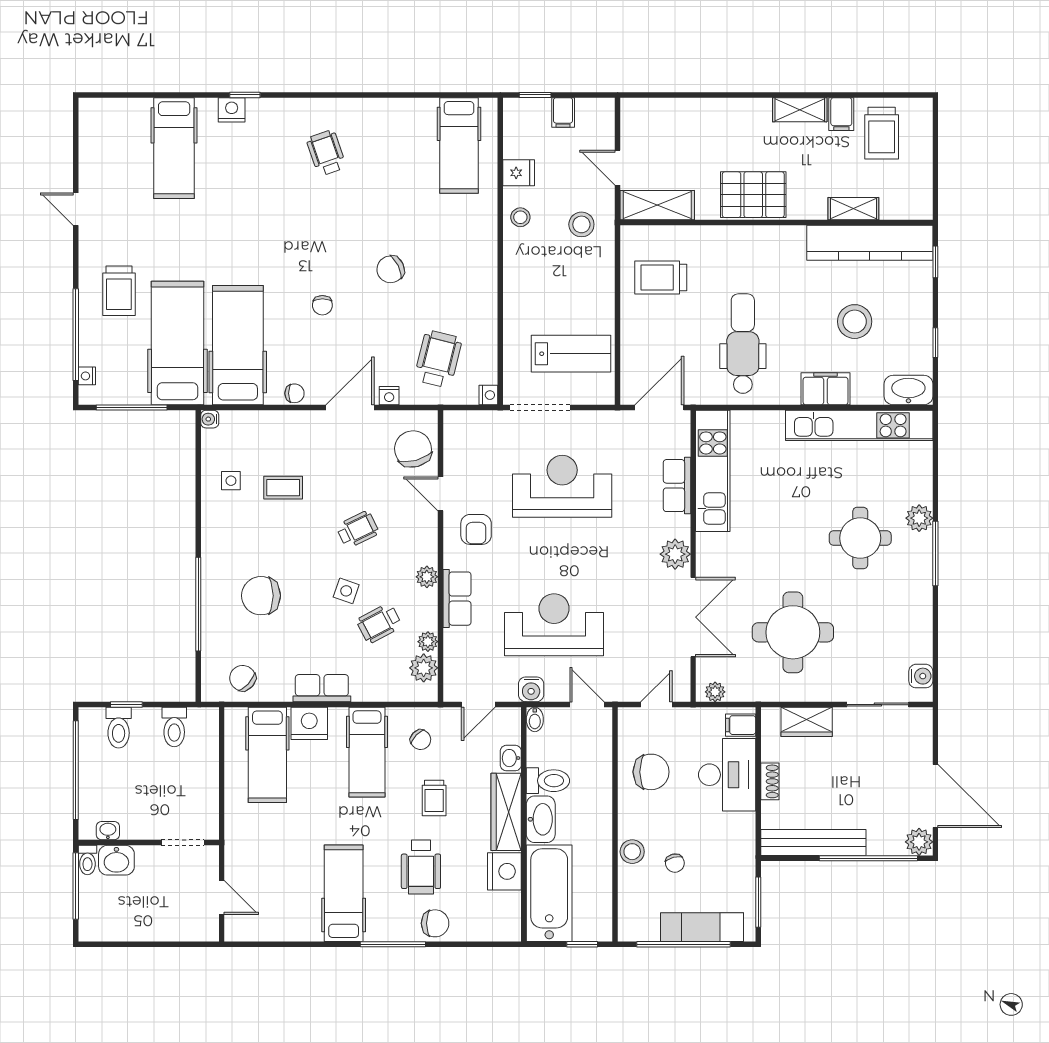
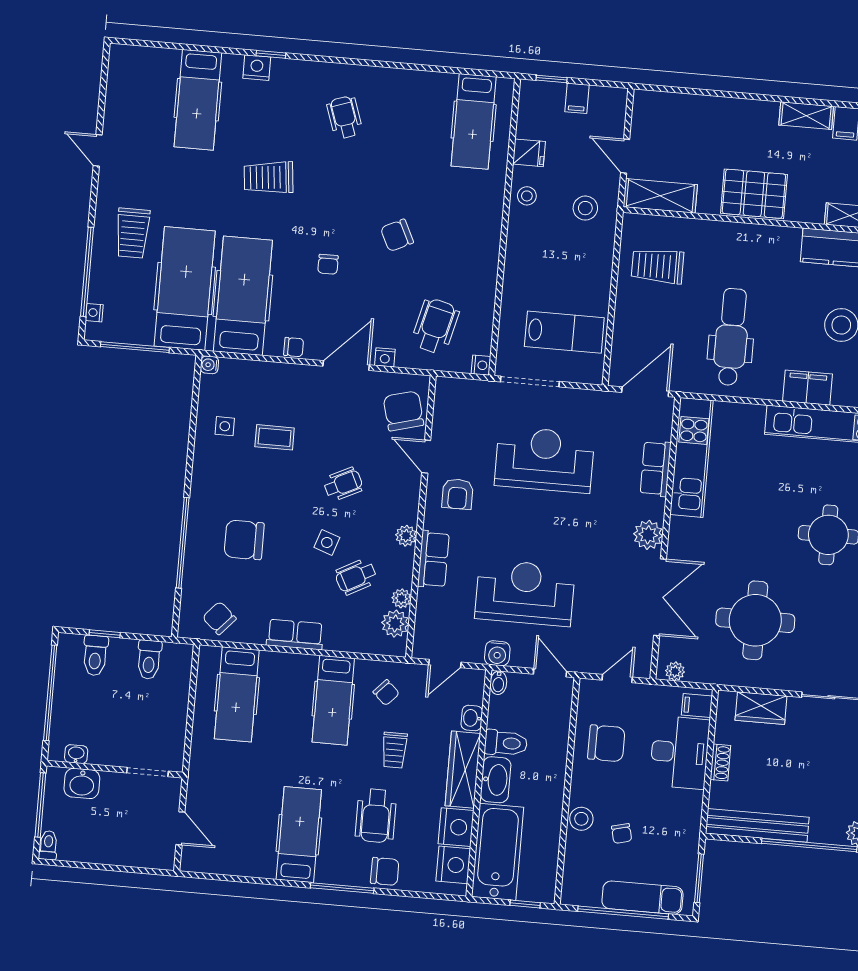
trolley: (254, 221) -> (269, 177), added
nightstand: (309, 723) -> (453, 865), moved, turned 90
toilet: (87, 860) -> (48, 845), moved, turned 180

